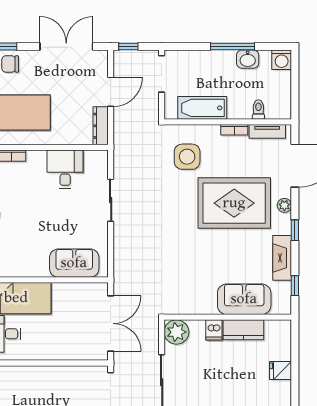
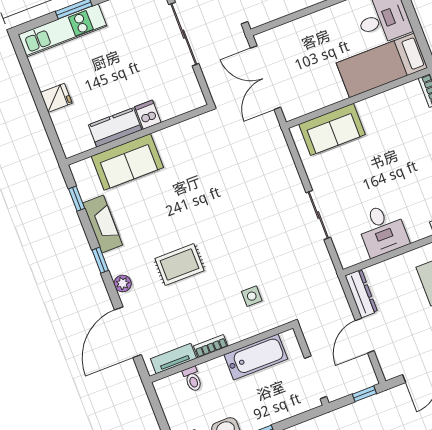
side table: (187, 157) -> (252, 296), width x0.54, depth x0.54
rug: (234, 203) -> (179, 265), width x0.54, depth x0.49
plant: (176, 332) -> (189, 96), removed

